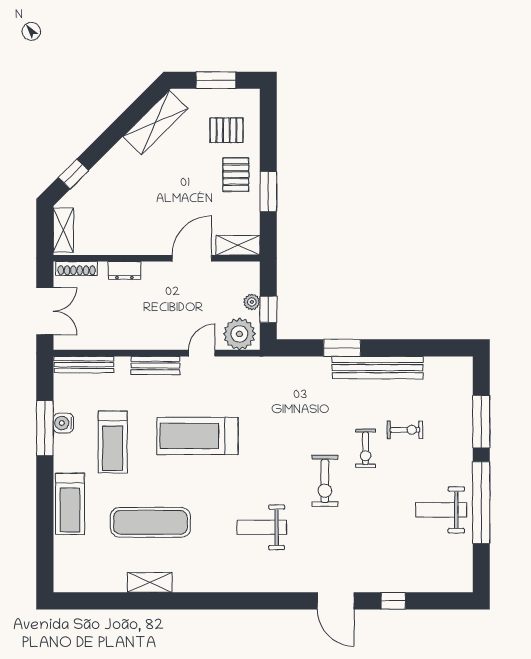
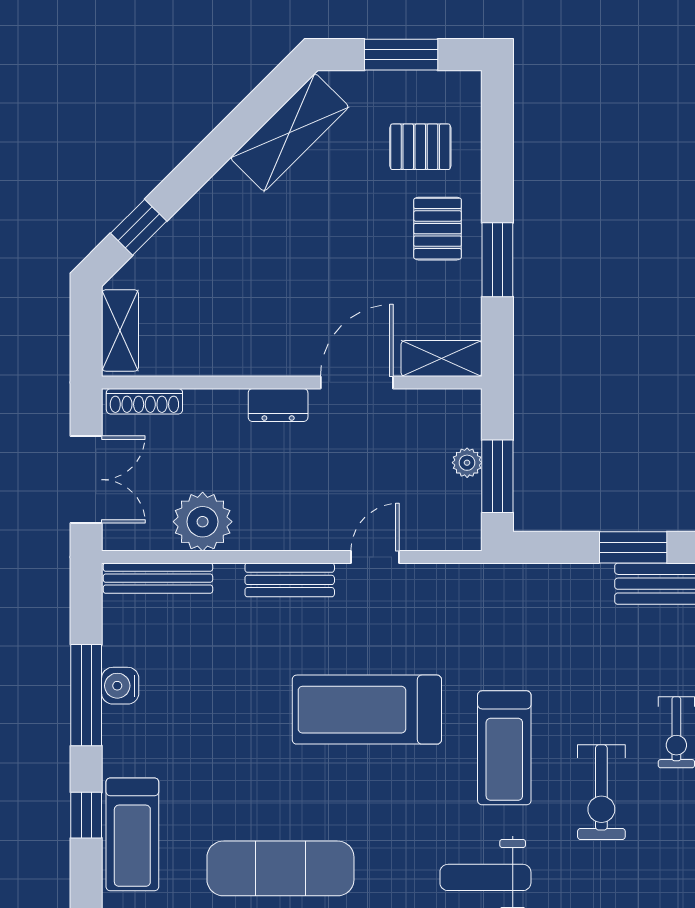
dresser: (124, 271) -> (278, 405), moved
window: (268, 309) -> (497, 476), width x1.50
plant: (239, 334) -> (203, 522), moved
treadmill: (113, 442) -> (504, 748), moved
window: (45, 493) -> (86, 815), added

